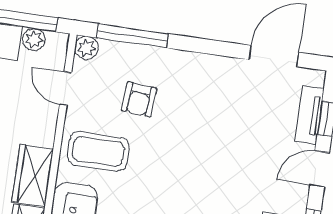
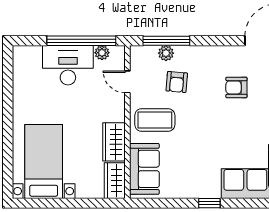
plant: (86, 48) -> (166, 53), moved
armchair: (227, 120) -> (236, 87), added

